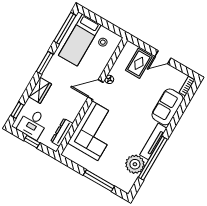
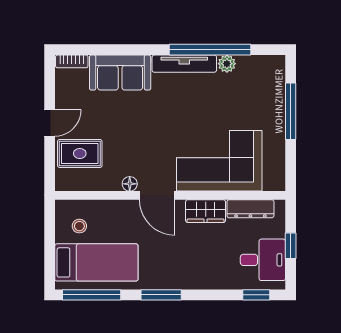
door: (163, 57) -> (50, 123), hinge flipped
wardrobe: (40, 90) -> (206, 211), moved, turned 180
plant: (135, 164) -> (227, 64), width x0.53, depth x0.53

